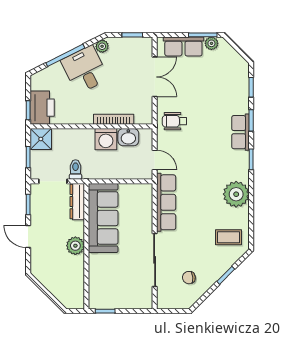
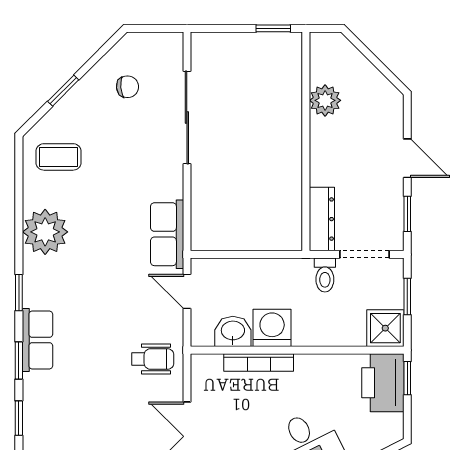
row of seats: (166, 202) -> (167, 234), width x0.68
sofa: (103, 218) -> (277, 190), removed
plant: (75, 246) -> (325, 100), moved

